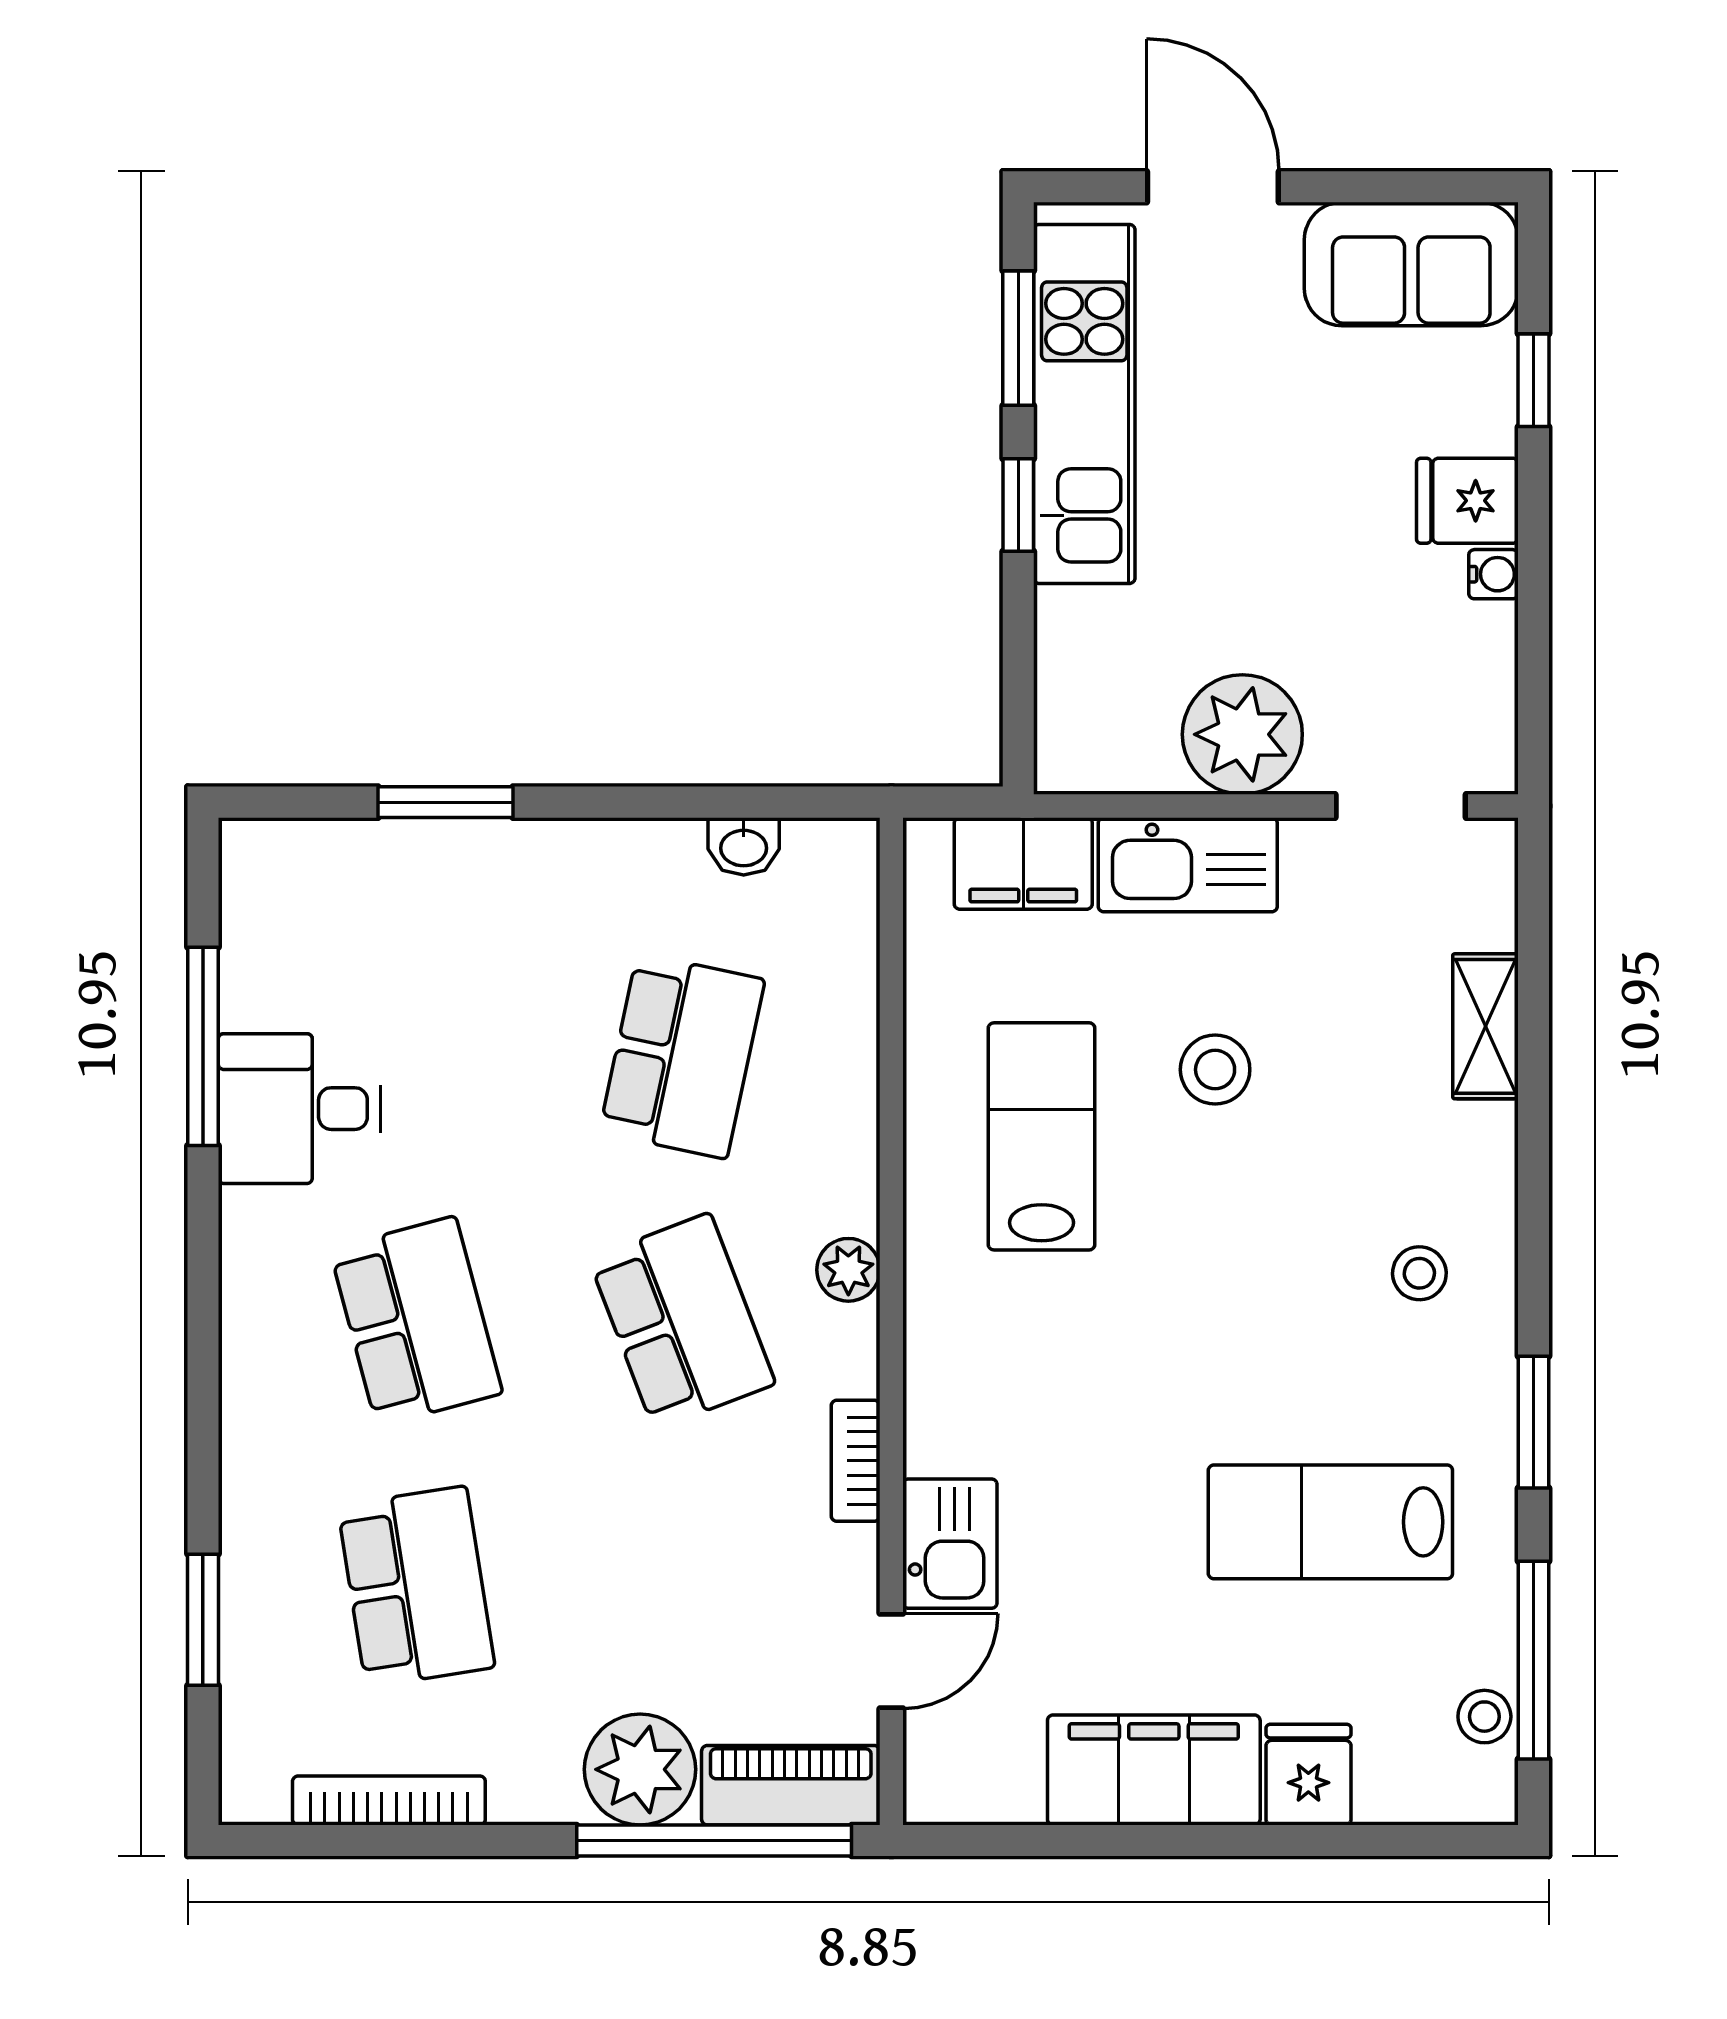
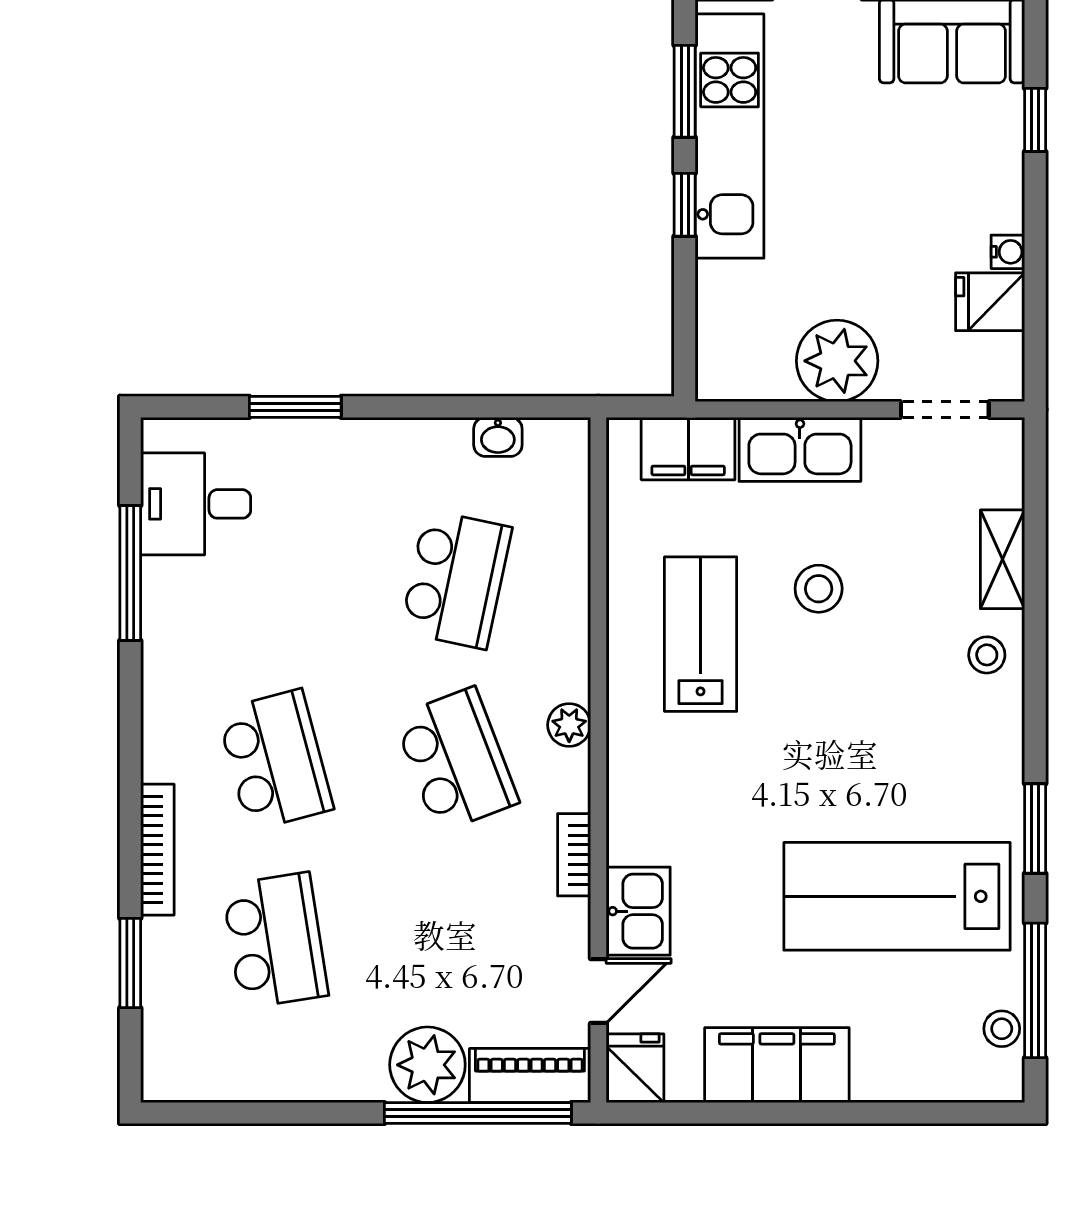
fridge: (1467, 501) -> (990, 302), moved
desk: (299, 1109) -> (196, 504), moved
stool: (1419, 1273) -> (987, 655), moved
lab bench: (1330, 1522) -> (897, 896), width x1.36, depth x1.39
fridge: (1308, 1775) -> (635, 1068), moved
bookcase: (389, 1800) -> (157, 850), moved, turned 90

